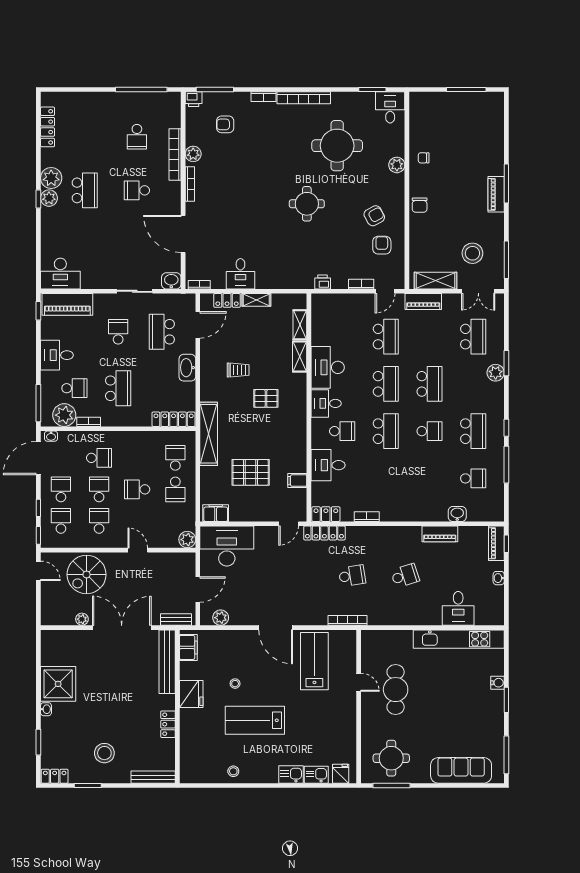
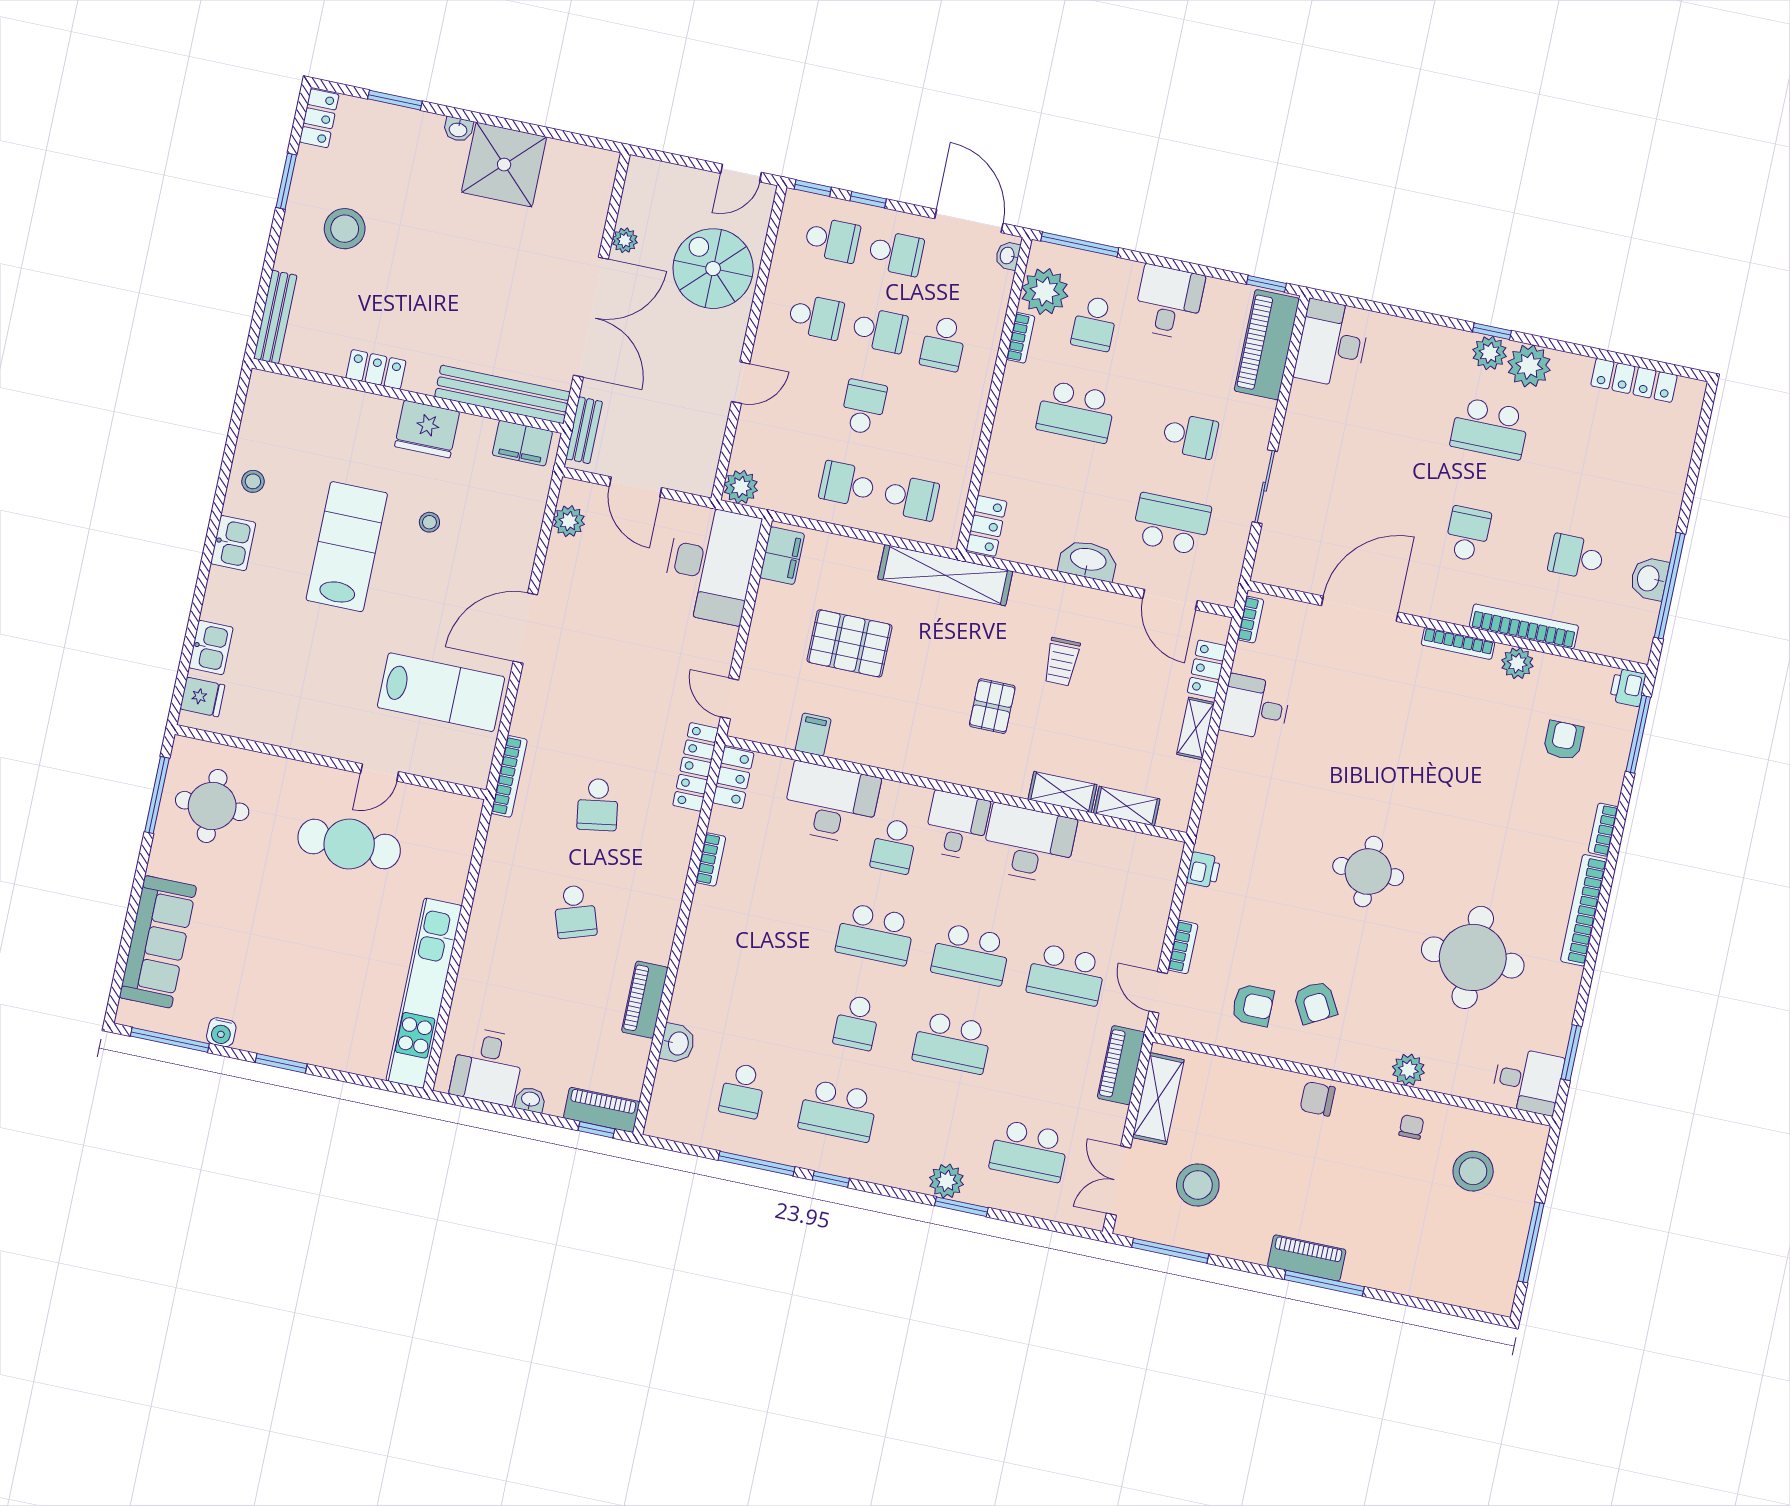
stool: (438, 124) -> (1473, 1171), added
washbasin: (171, 281) -> (1649, 579), moved, turned 180
locker: (174, 419) -> (986, 526), width x0.66
desk: (328, 465) -> (831, 803), width x1.37
pallet: (251, 472) -> (849, 643), turned 90
desk: (458, 608) -> (487, 1066), moved, turned -90
water cooler: (498, 683) -> (221, 1032), moved
kitchen sink: (291, 775) -> (233, 543), moved

